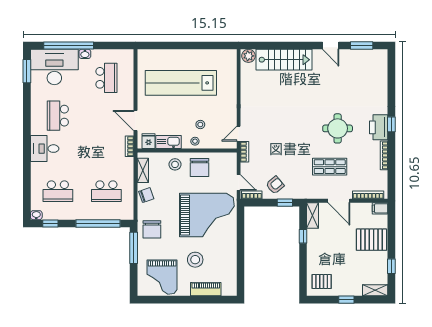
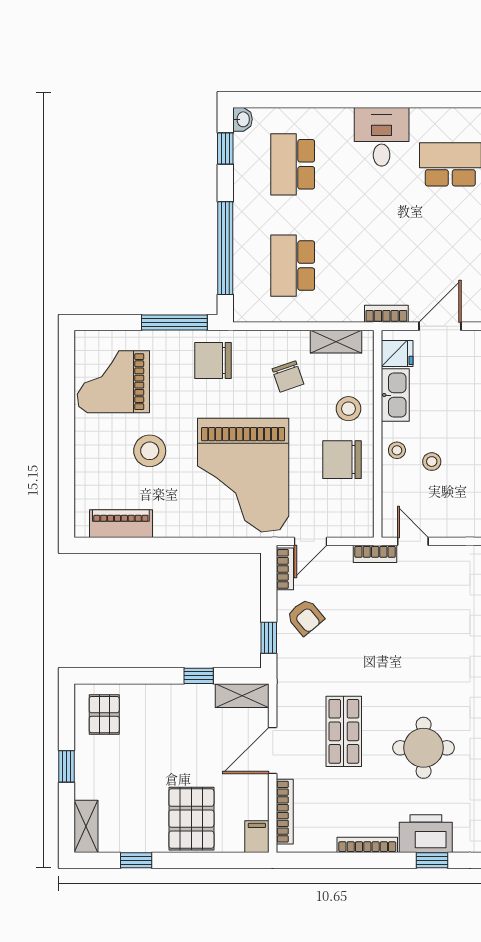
chair: (146, 195) -> (288, 376), moved
piano: (206, 289) -> (121, 524), moved, turned -90

